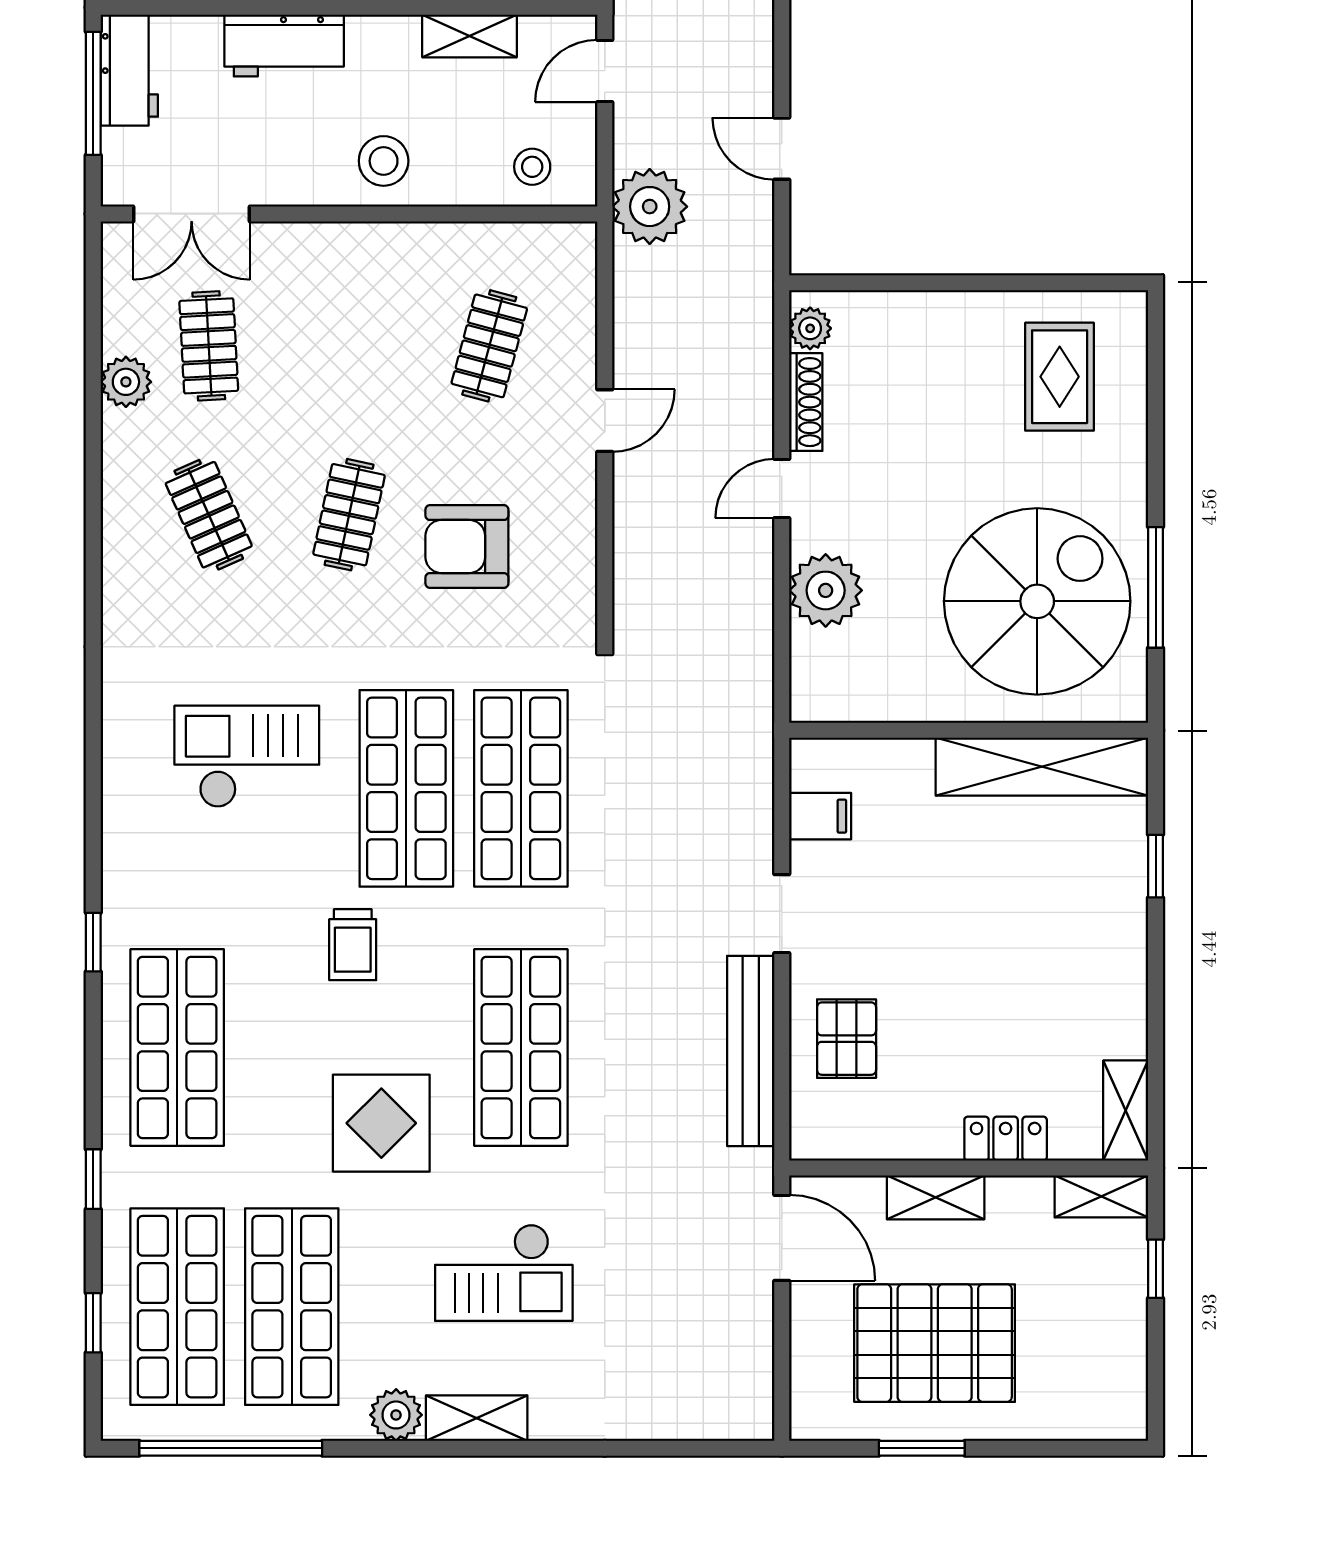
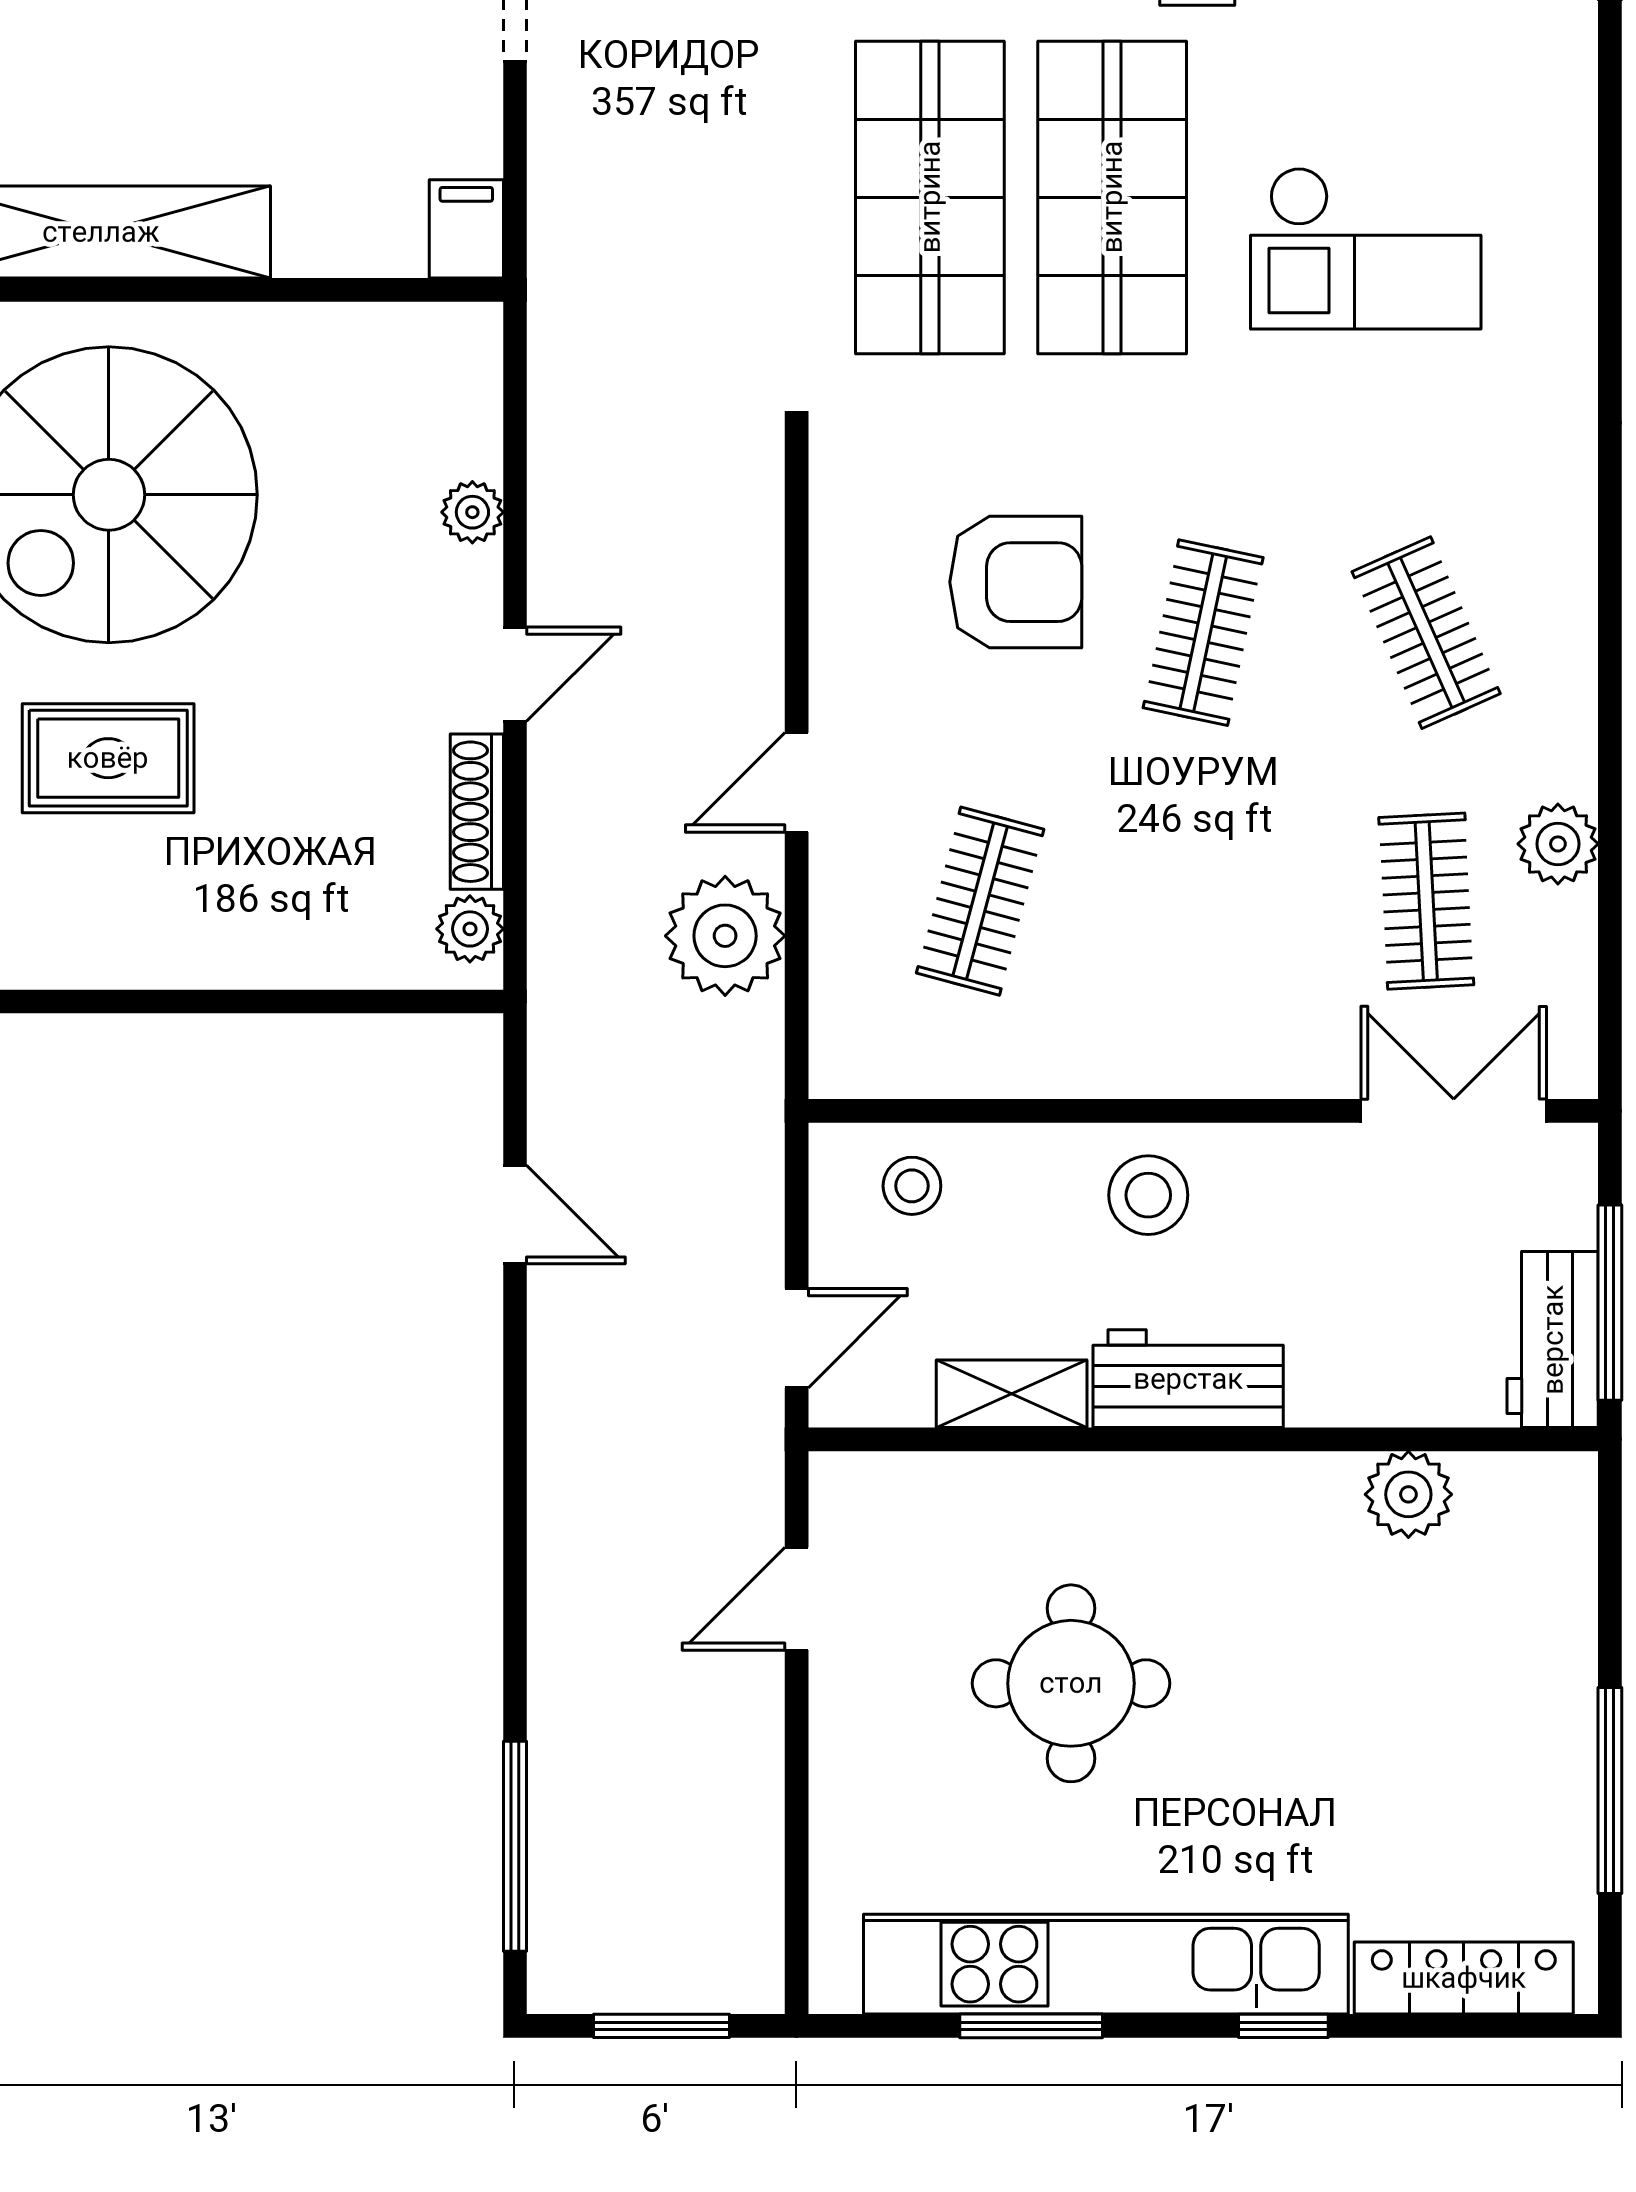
workbench: (284, 46) -> (1188, 1379), moved
plant: (650, 207) -> (725, 936), moved
rug: (1060, 377) -> (108, 758), moved, turned 90
plant: (826, 590) -> (472, 512), width x0.53, depth x0.53
filing cabinet: (820, 816) -> (466, 229), moved, turned 90

